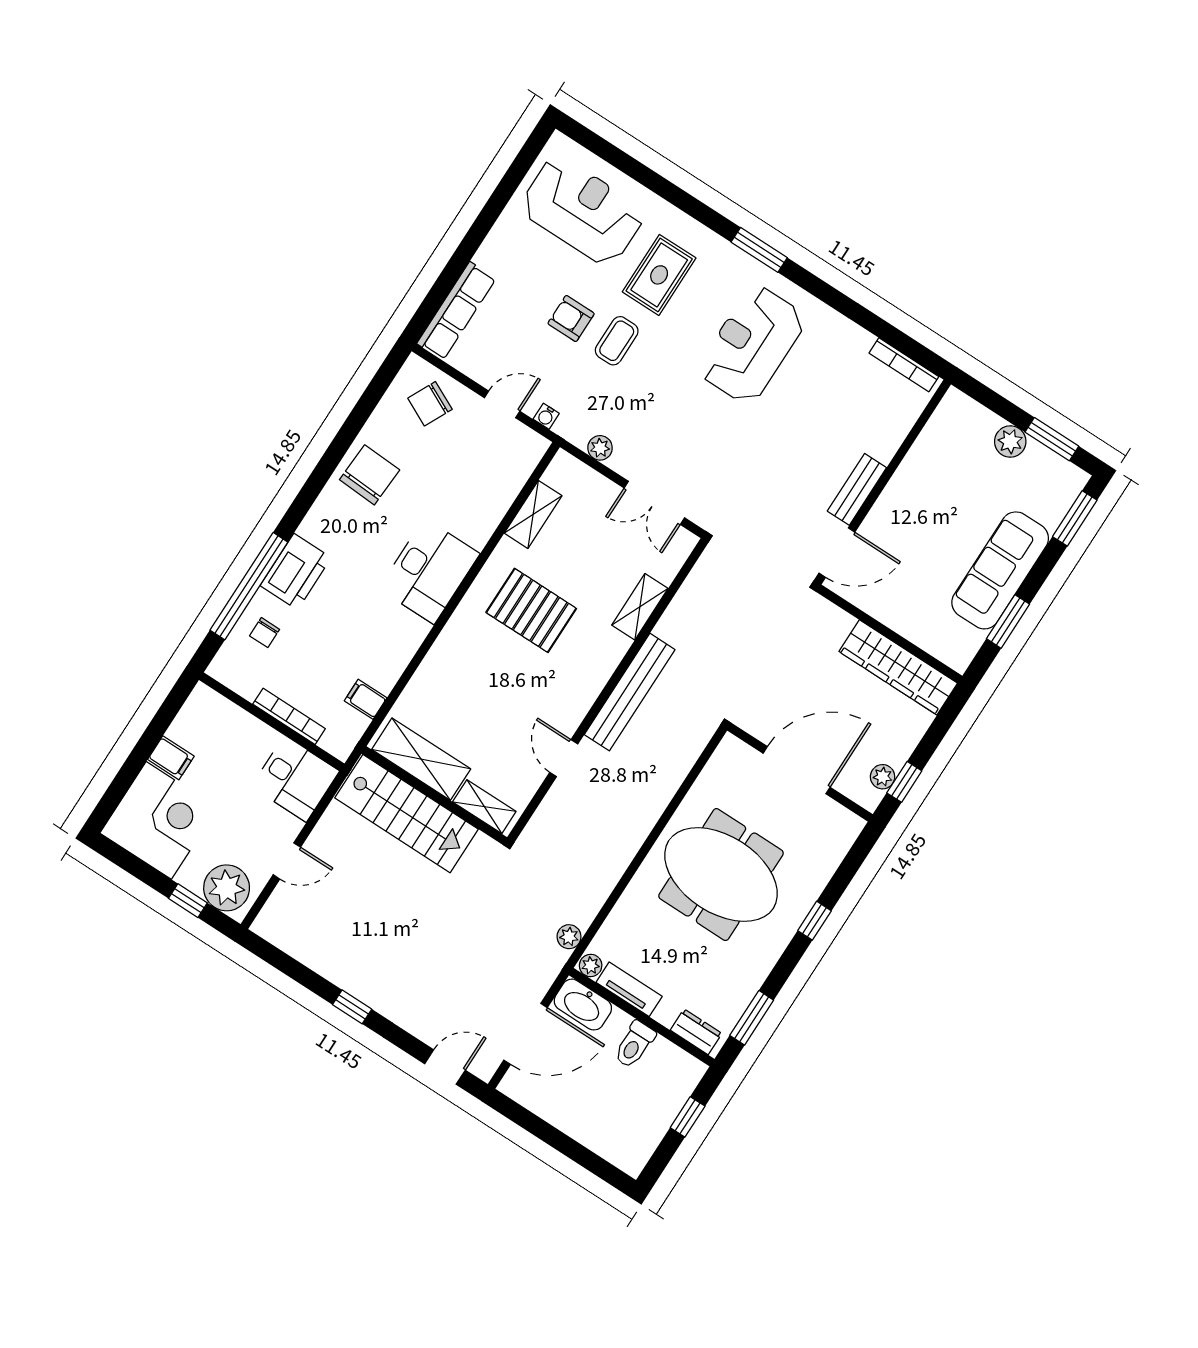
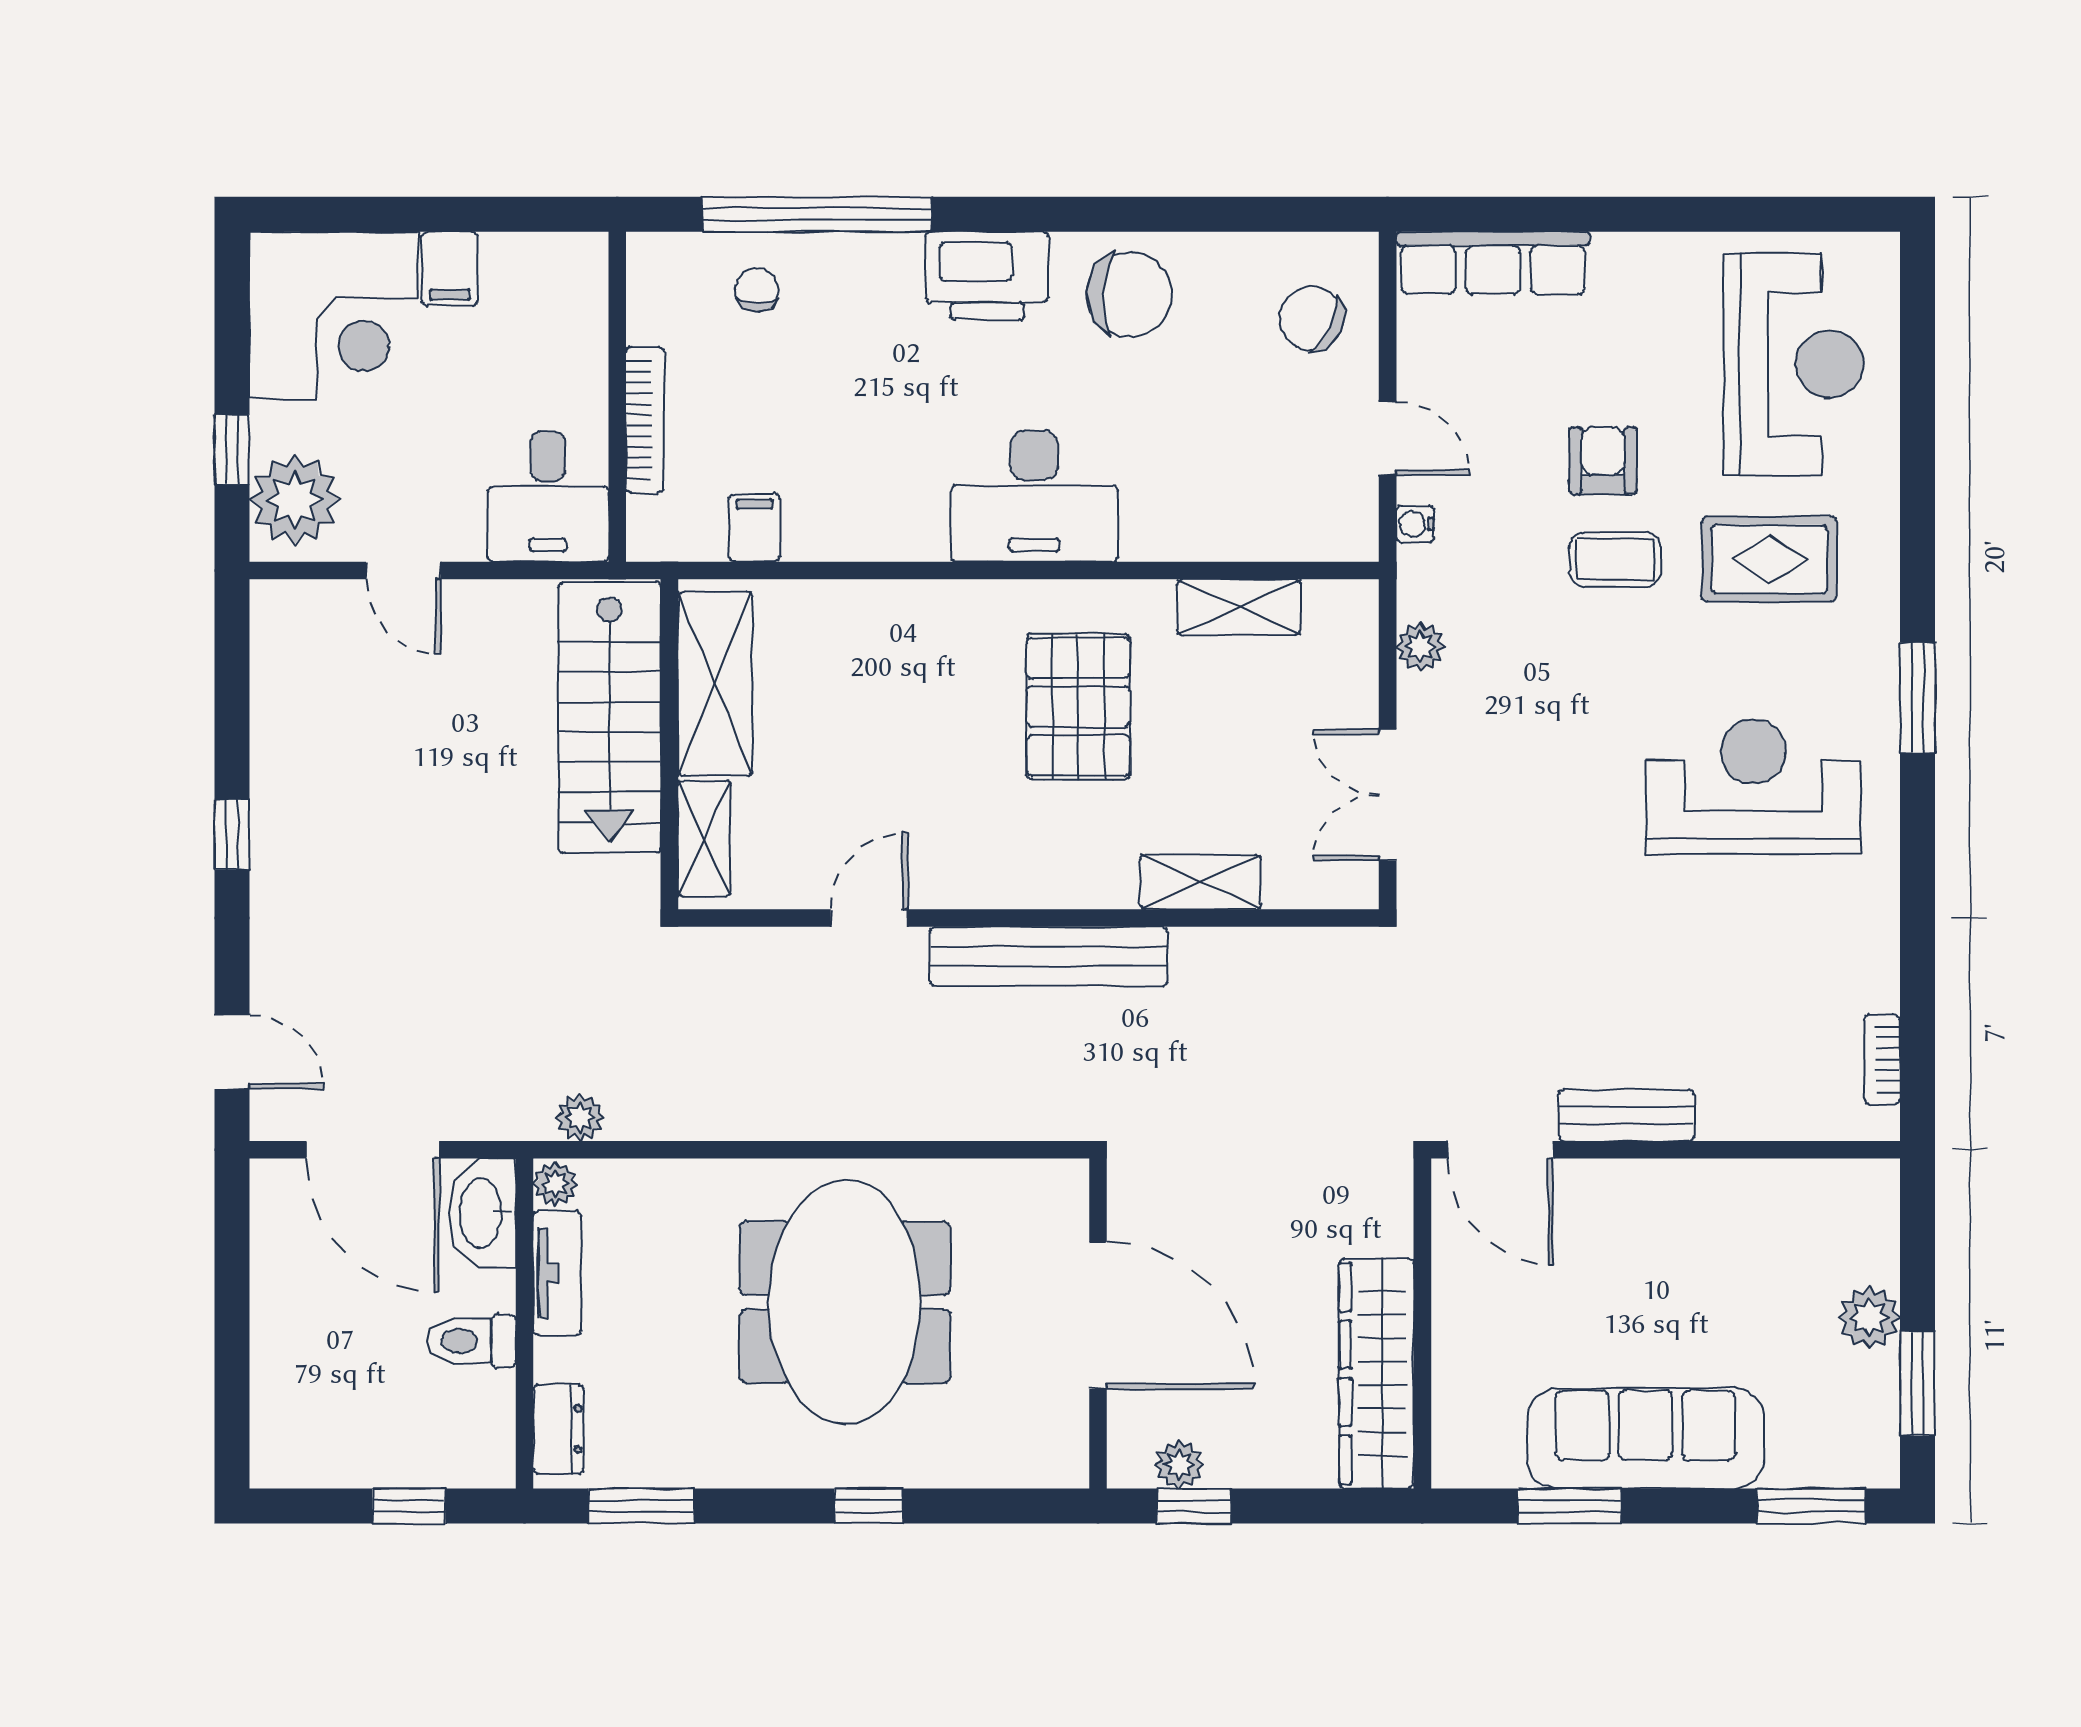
bookcase: (904, 365) -> (1882, 1060), width x0.64
printer: (296, 572) -> (987, 276), moved
chair: (265, 633) -> (757, 290), turned 90

